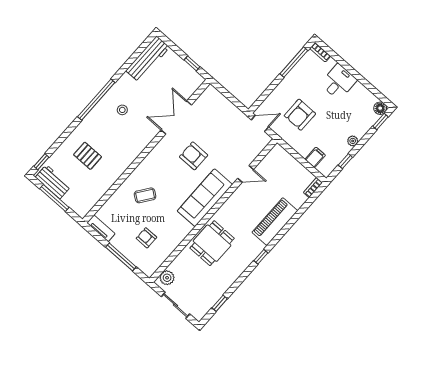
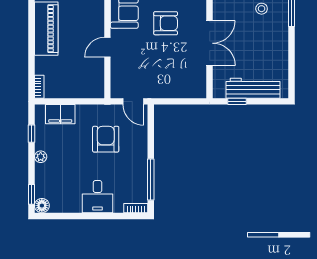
workbench: (148, 59) -> (253, 88), moved, turned 90
door: (260, 123) -> (133, 101), hinge flipped
filing cabinet: (315, 157) -> (60, 114), width x2.00

